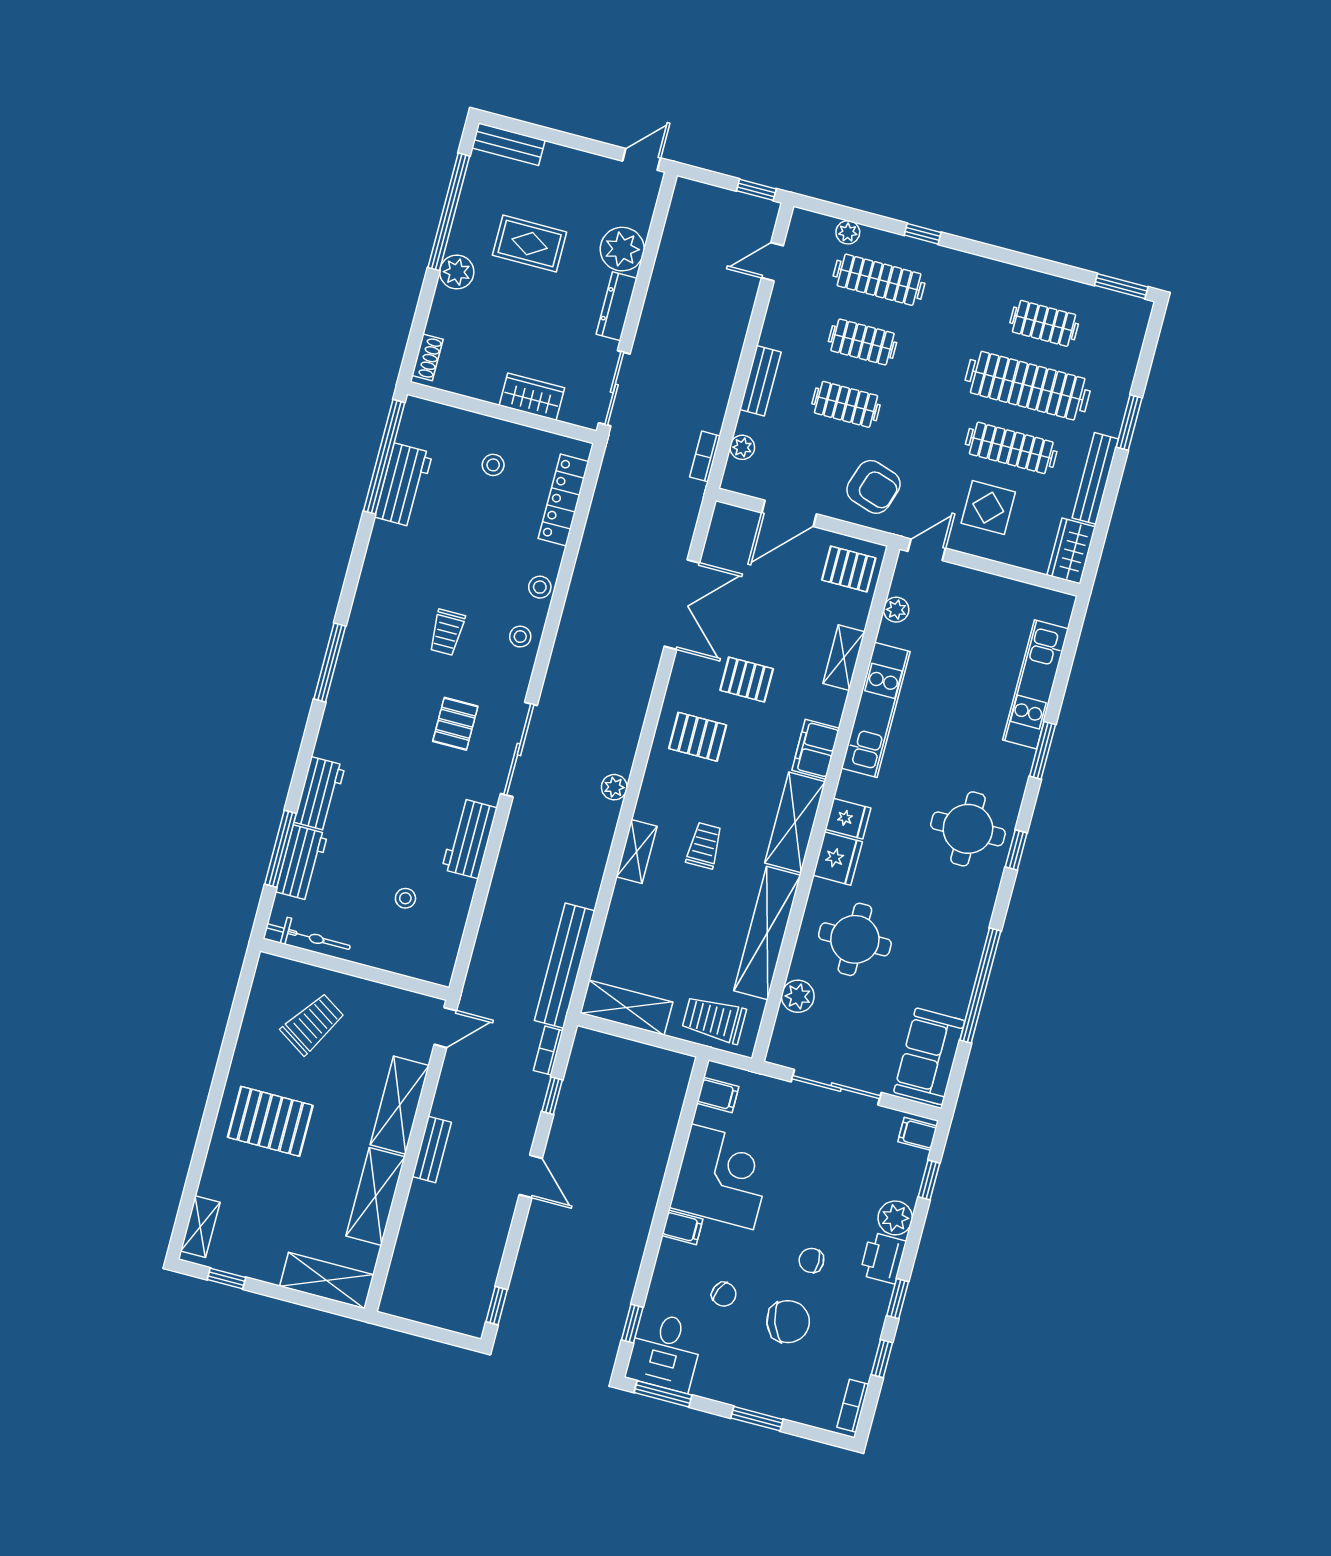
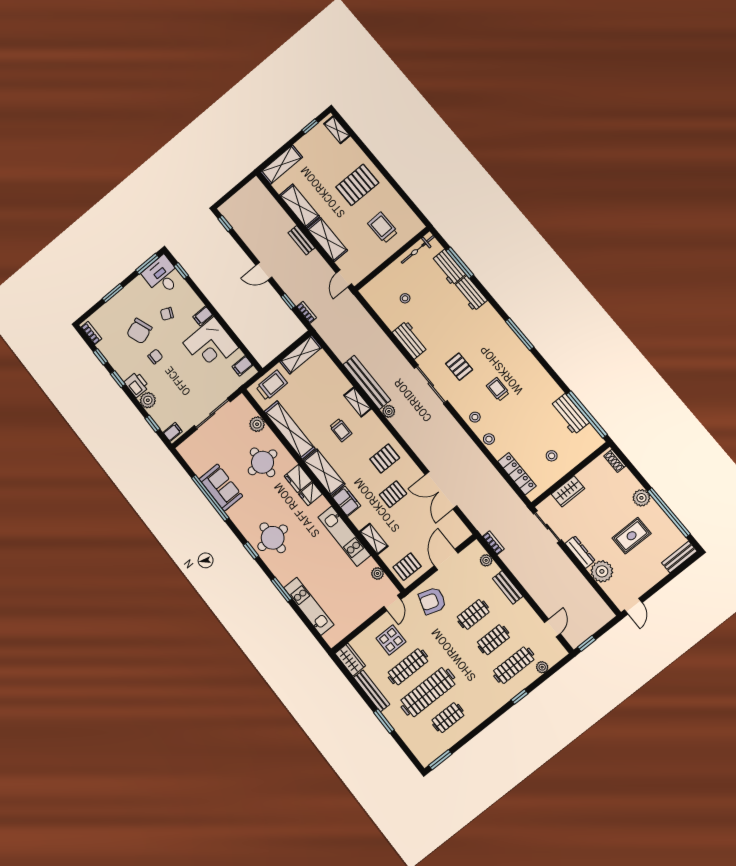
bench: (565, 966) -> (367, 382), moved
trolley: (313, 1024) -> (383, 228), turned 146
sofa: (929, 1056) -> (221, 487), moved

